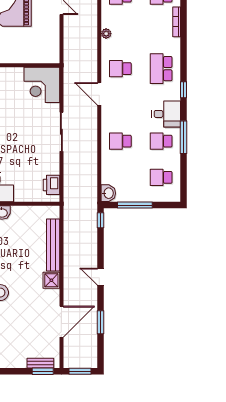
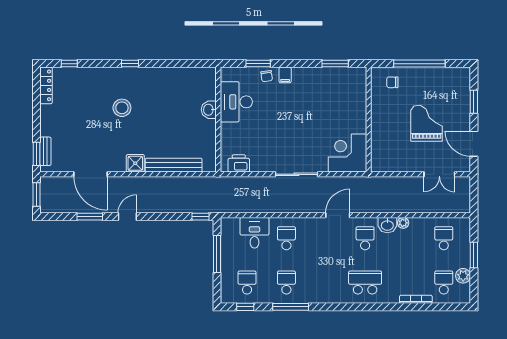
window: (184, 90) -> (245, 307), moved
desk: (166, 114) -> (254, 233), moved, turned 180
washbasin: (108, 193) -> (387, 225), moved
door: (100, 277) -> (127, 217), moved

